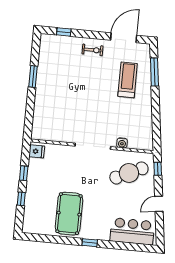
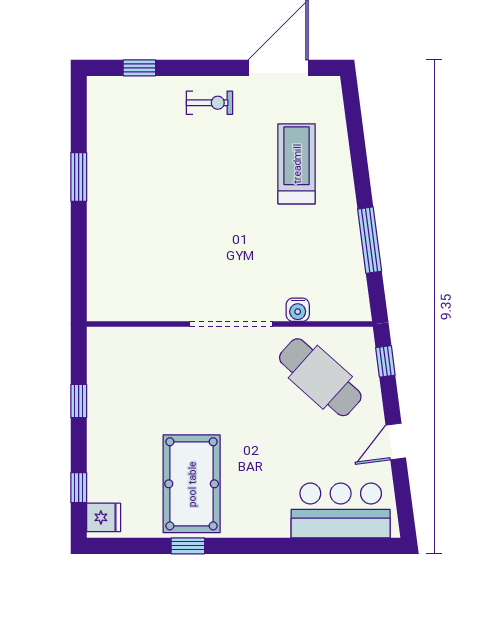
window: (154, 72) -> (370, 240), moved
fridge: (37, 151) -> (104, 517), moved
cafe table: (129, 173) -> (320, 377), turned 67
window: (21, 199) -> (79, 488), moved
window: (90, 243) -> (188, 546), moved

